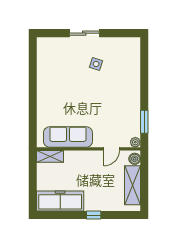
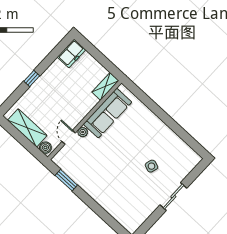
side table: (96, 64) -> (151, 166), moved
plant: (135, 142) -> (83, 132), moved
freezer: (60, 201) -> (71, 53), width x0.52, depth x0.79

